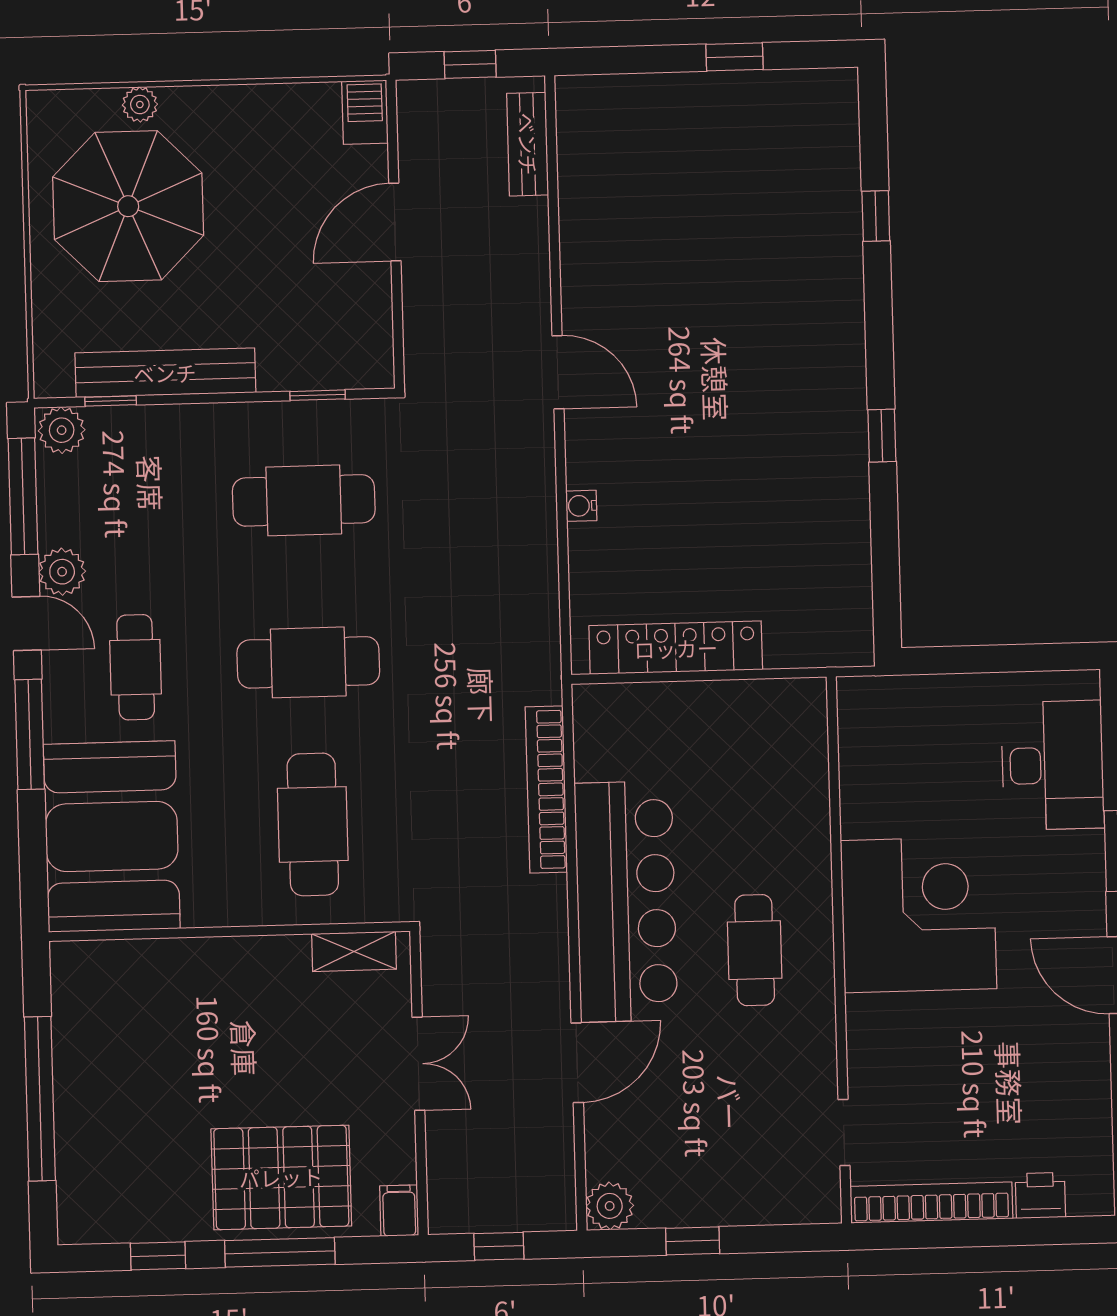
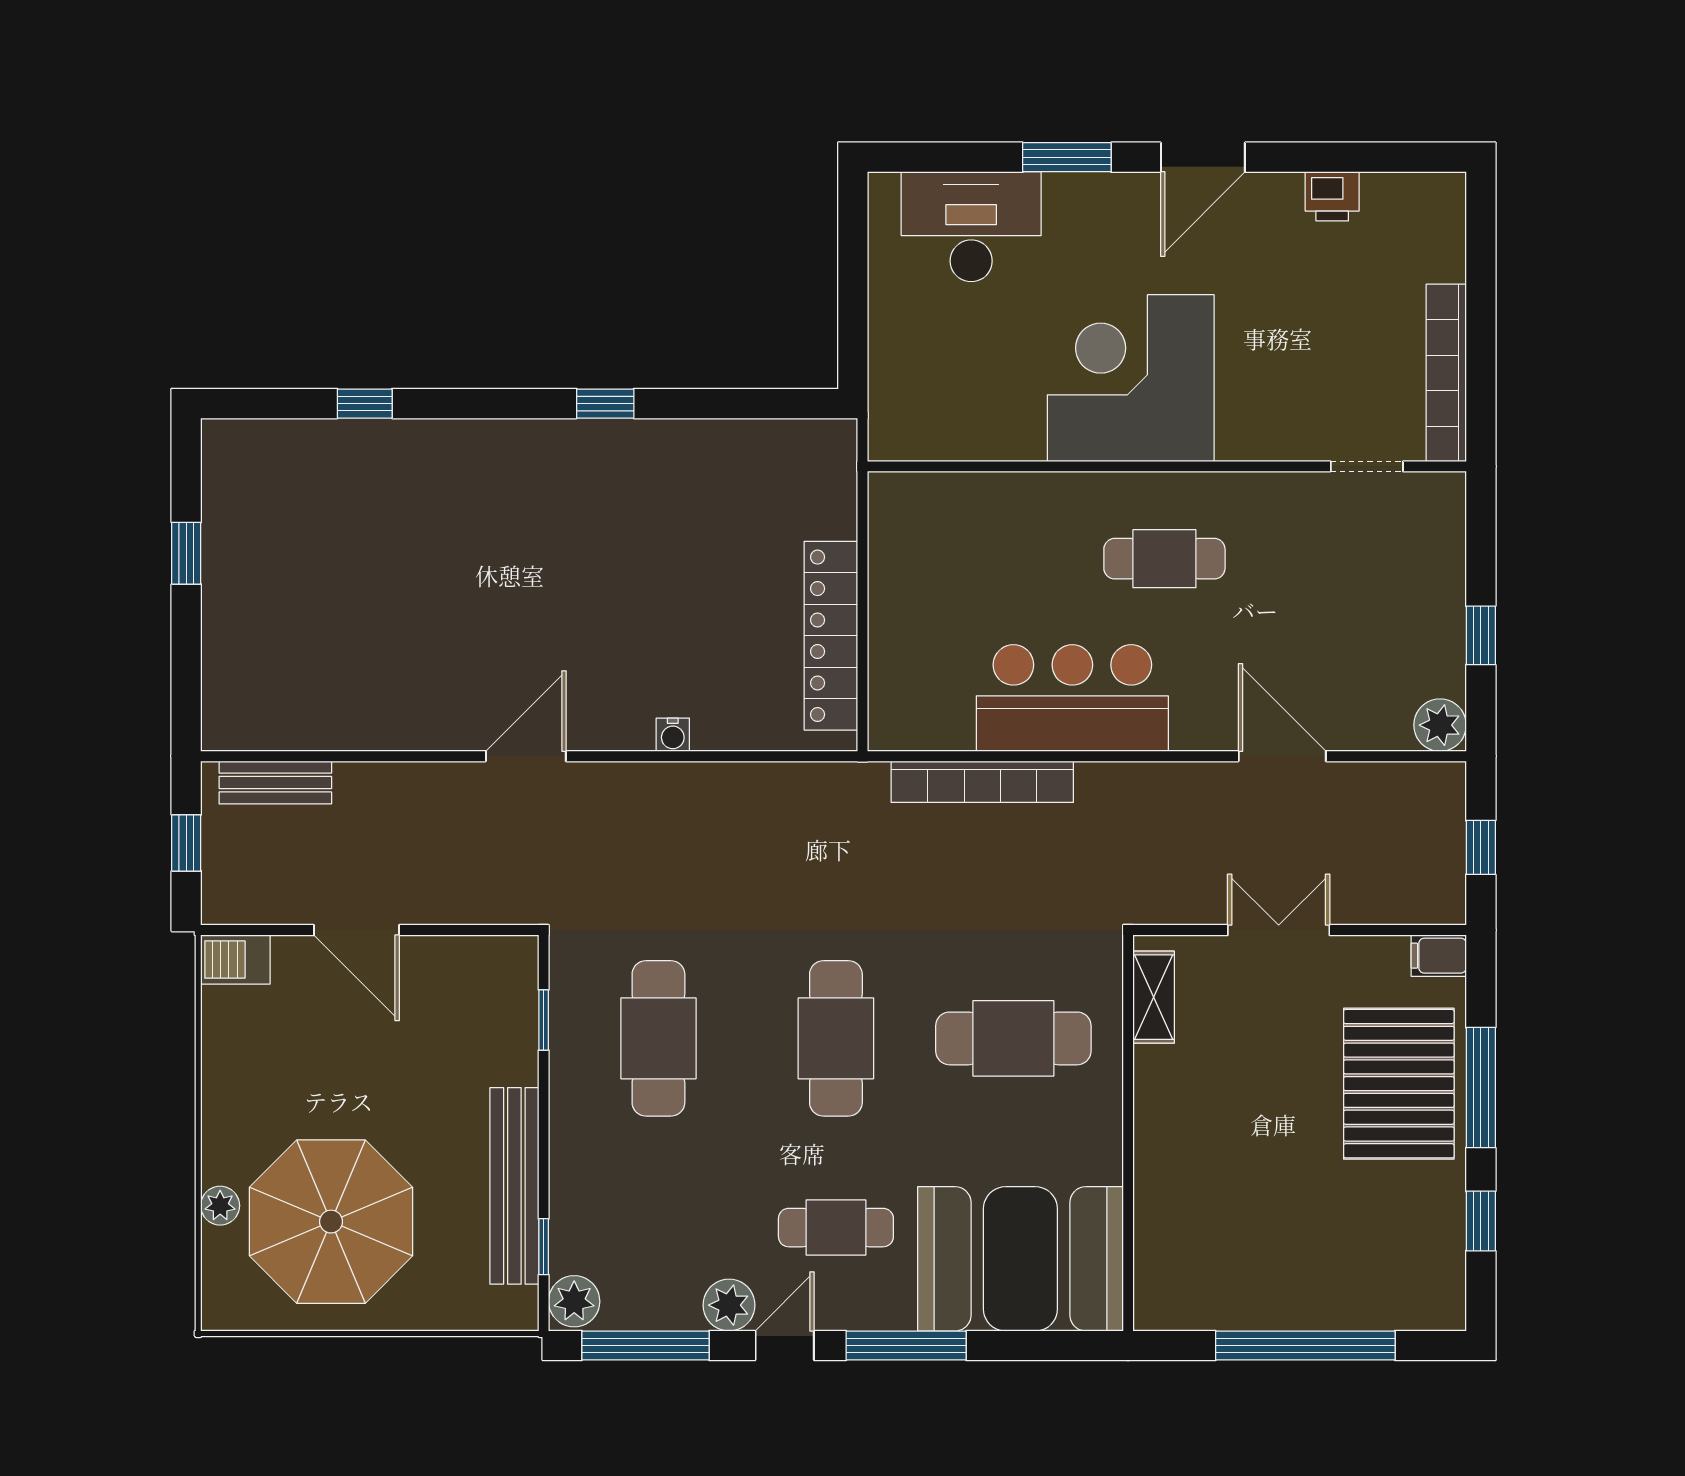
bar counter: (626, 901) -> (1072, 698), width x0.73
printer: (1040, 1195) -> (1332, 196), moved, turned -90

